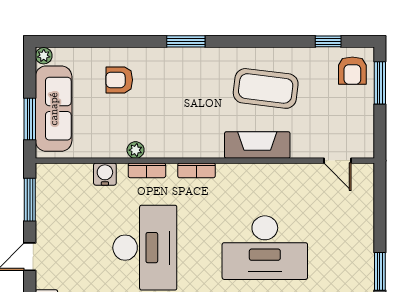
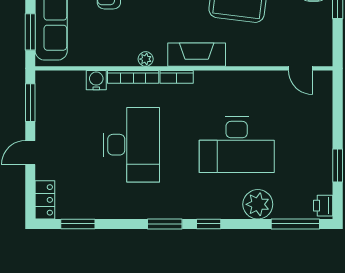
fireplace: (257, 145) -> (197, 55), moved
plant: (136, 150) -> (146, 59), moved
bookcase: (147, 170) -> (133, 77), width x1.56

